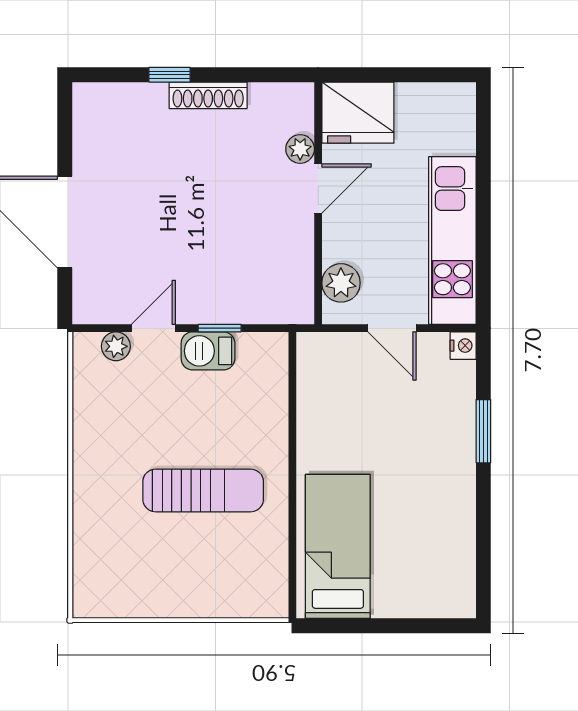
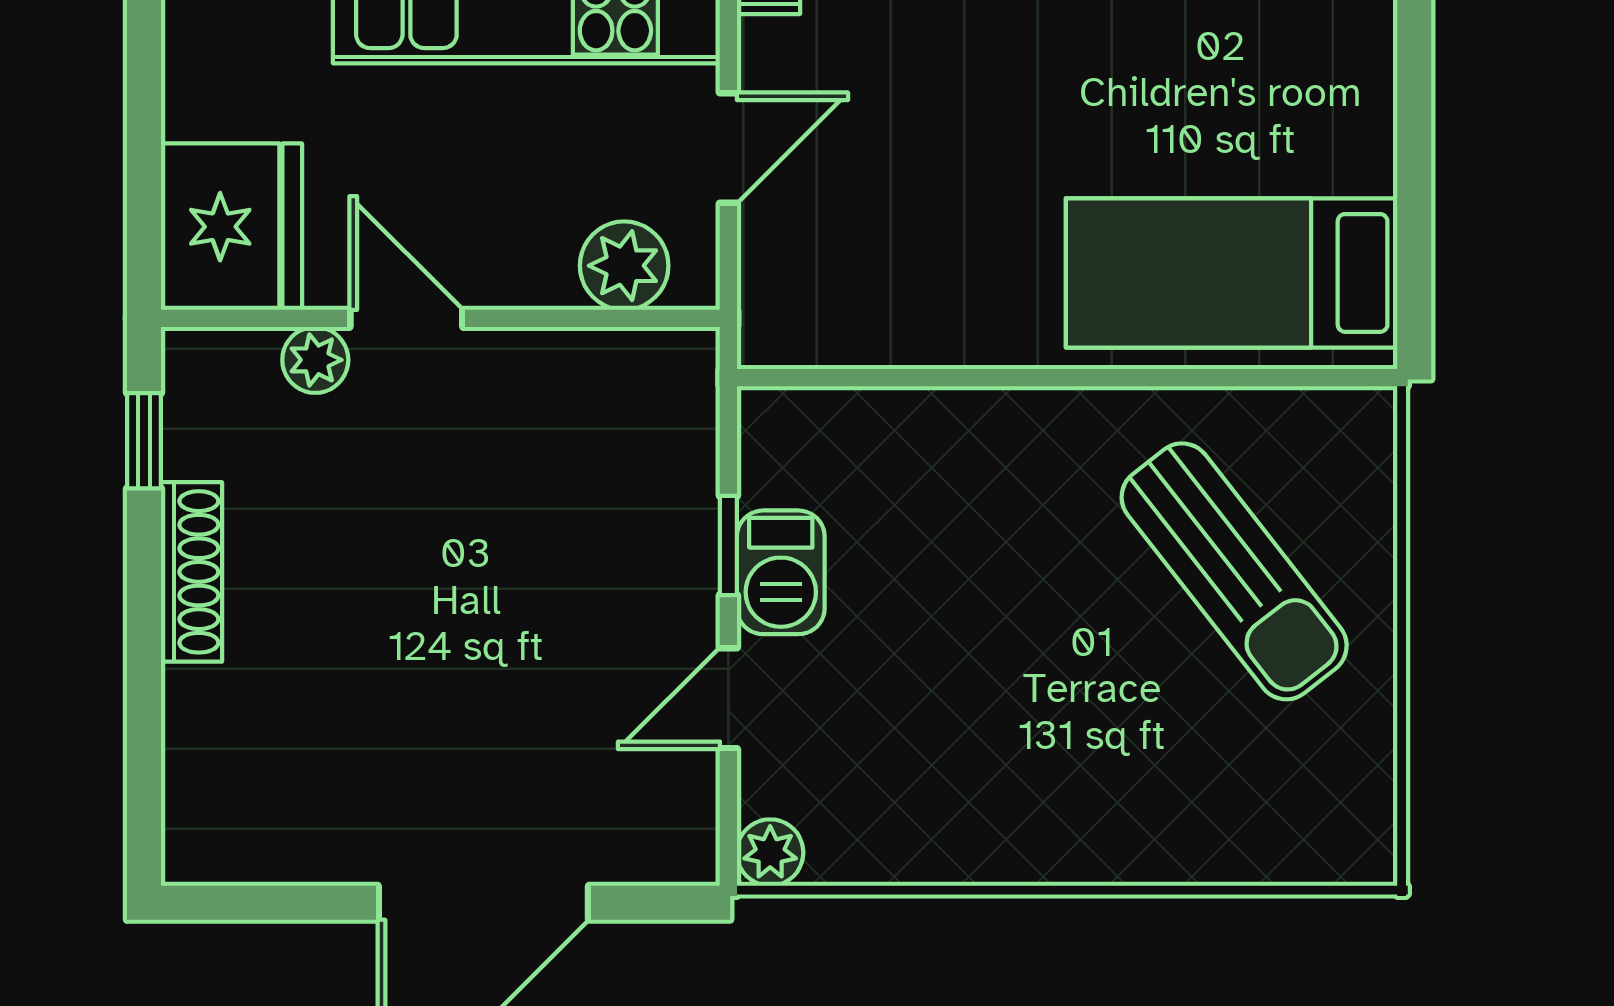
window: (170, 75) -> (144, 441), moved
door: (153, 328) -> (728, 698), hinge flipped
plant: (116, 346) -> (770, 853), moved
sun lounger: (203, 490) -> (1234, 571), moved, turned 142

